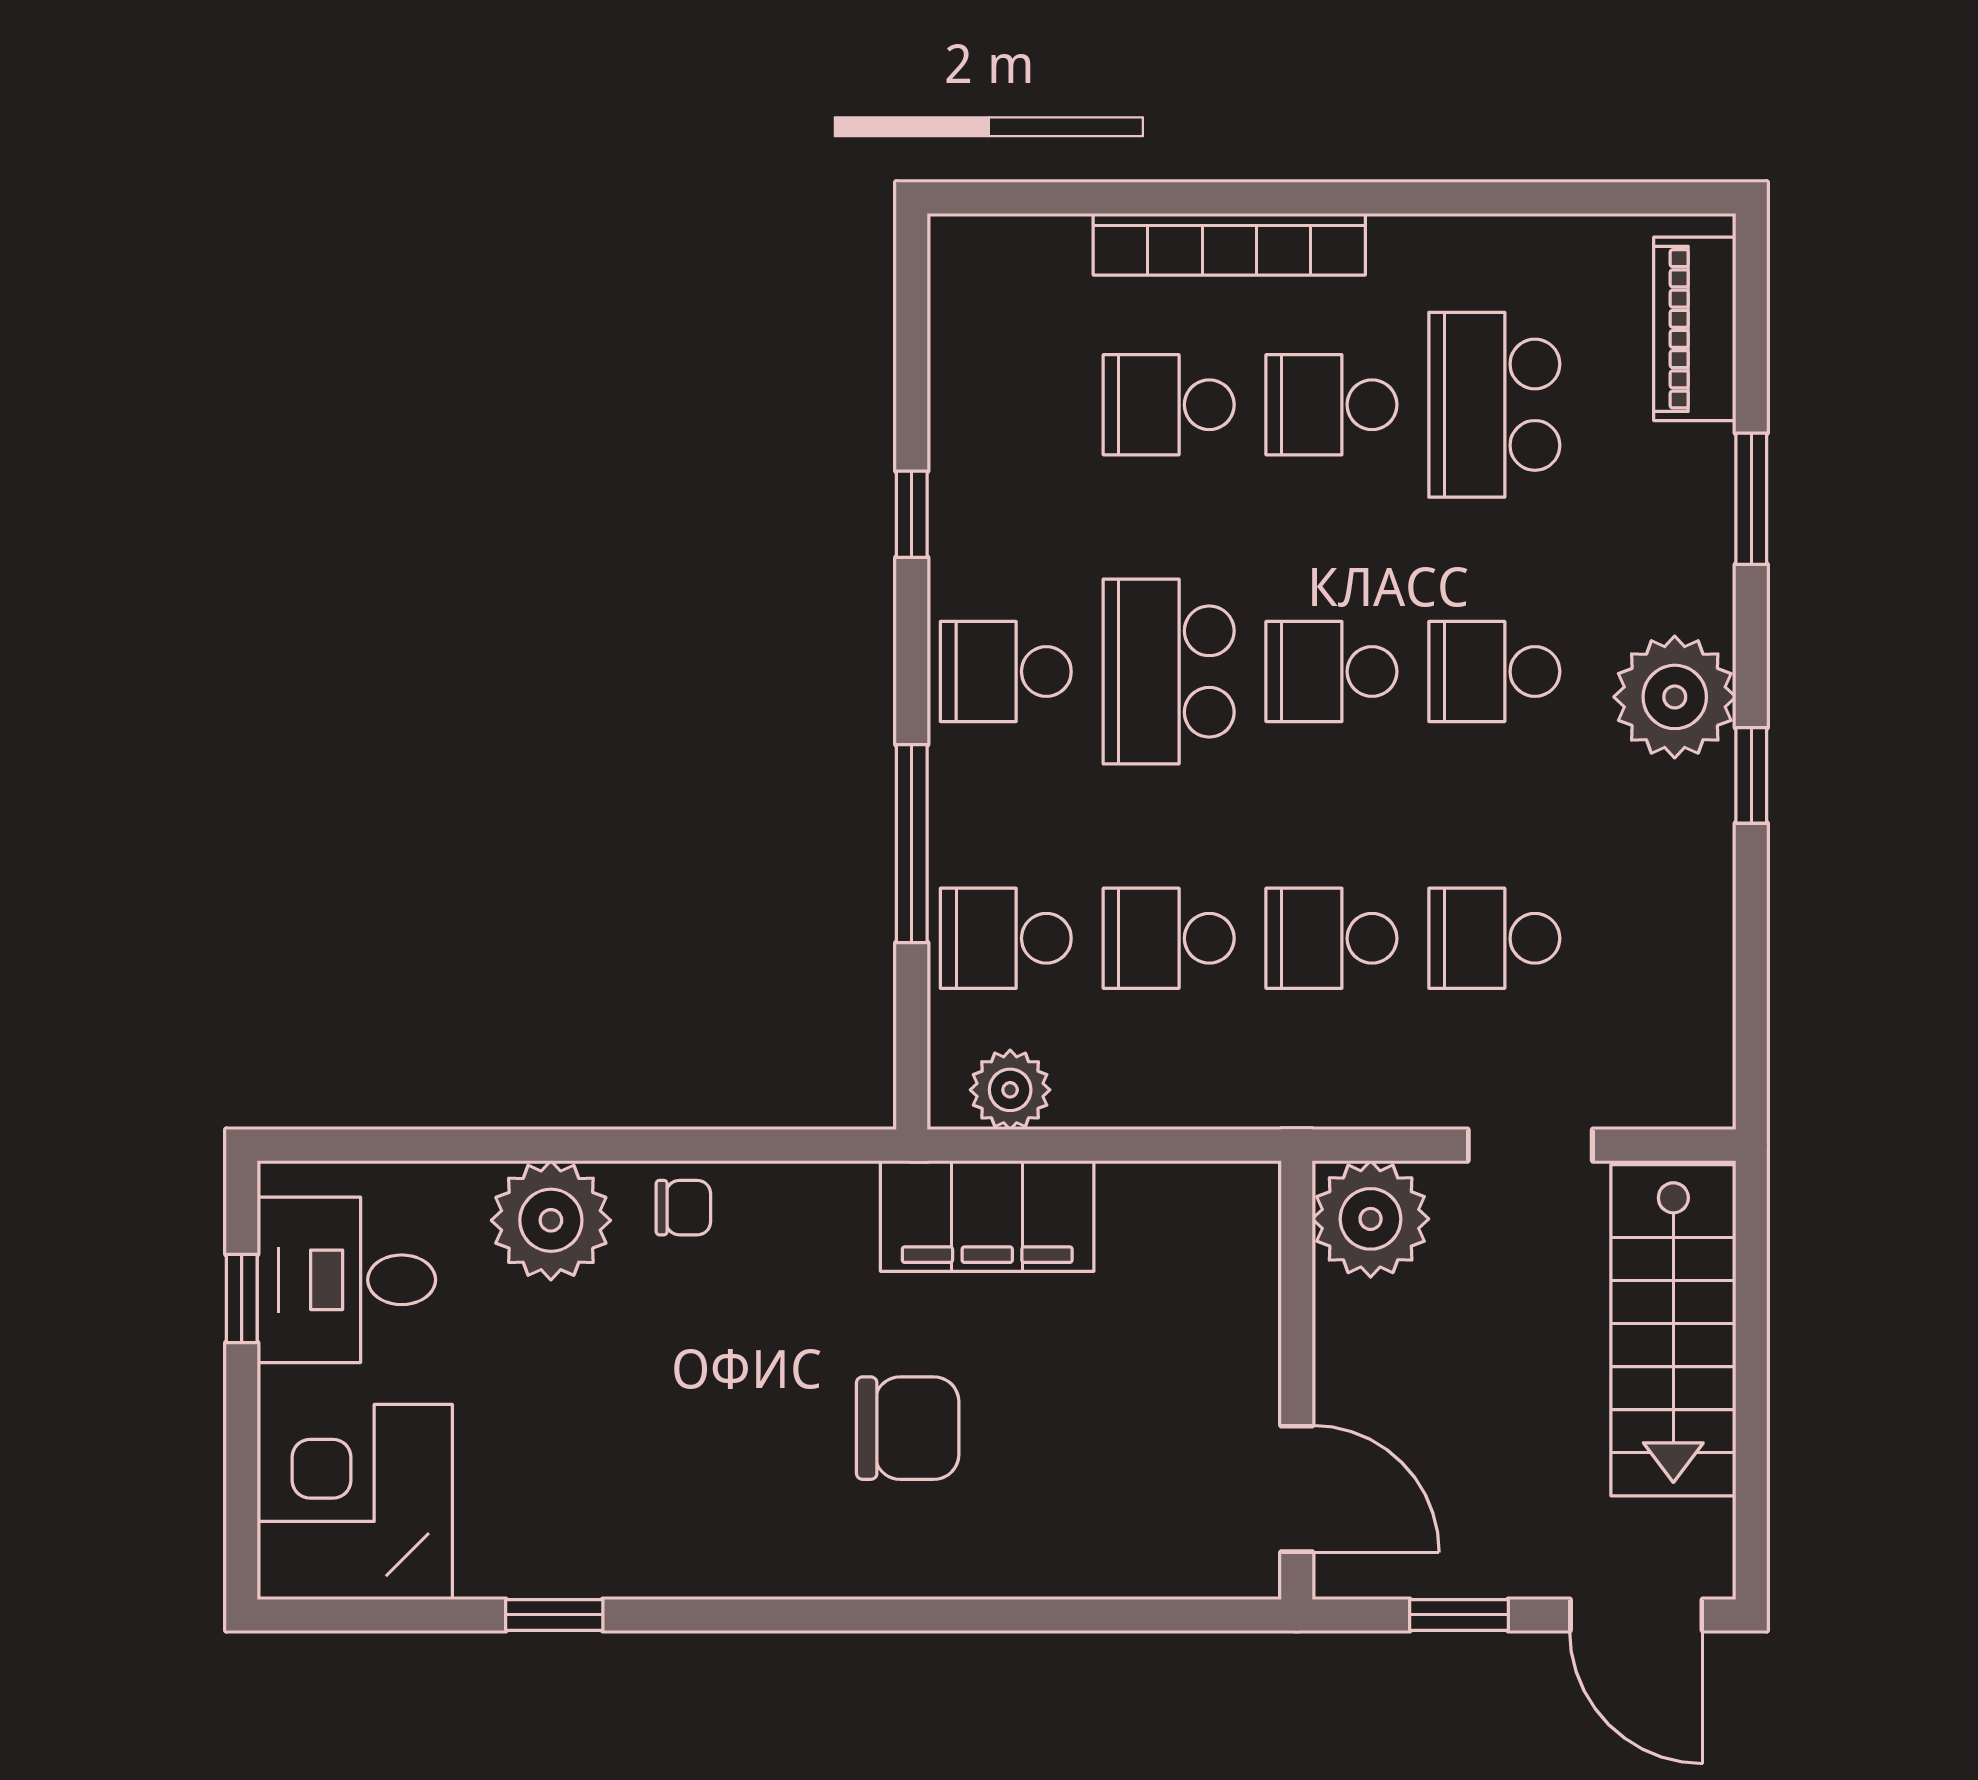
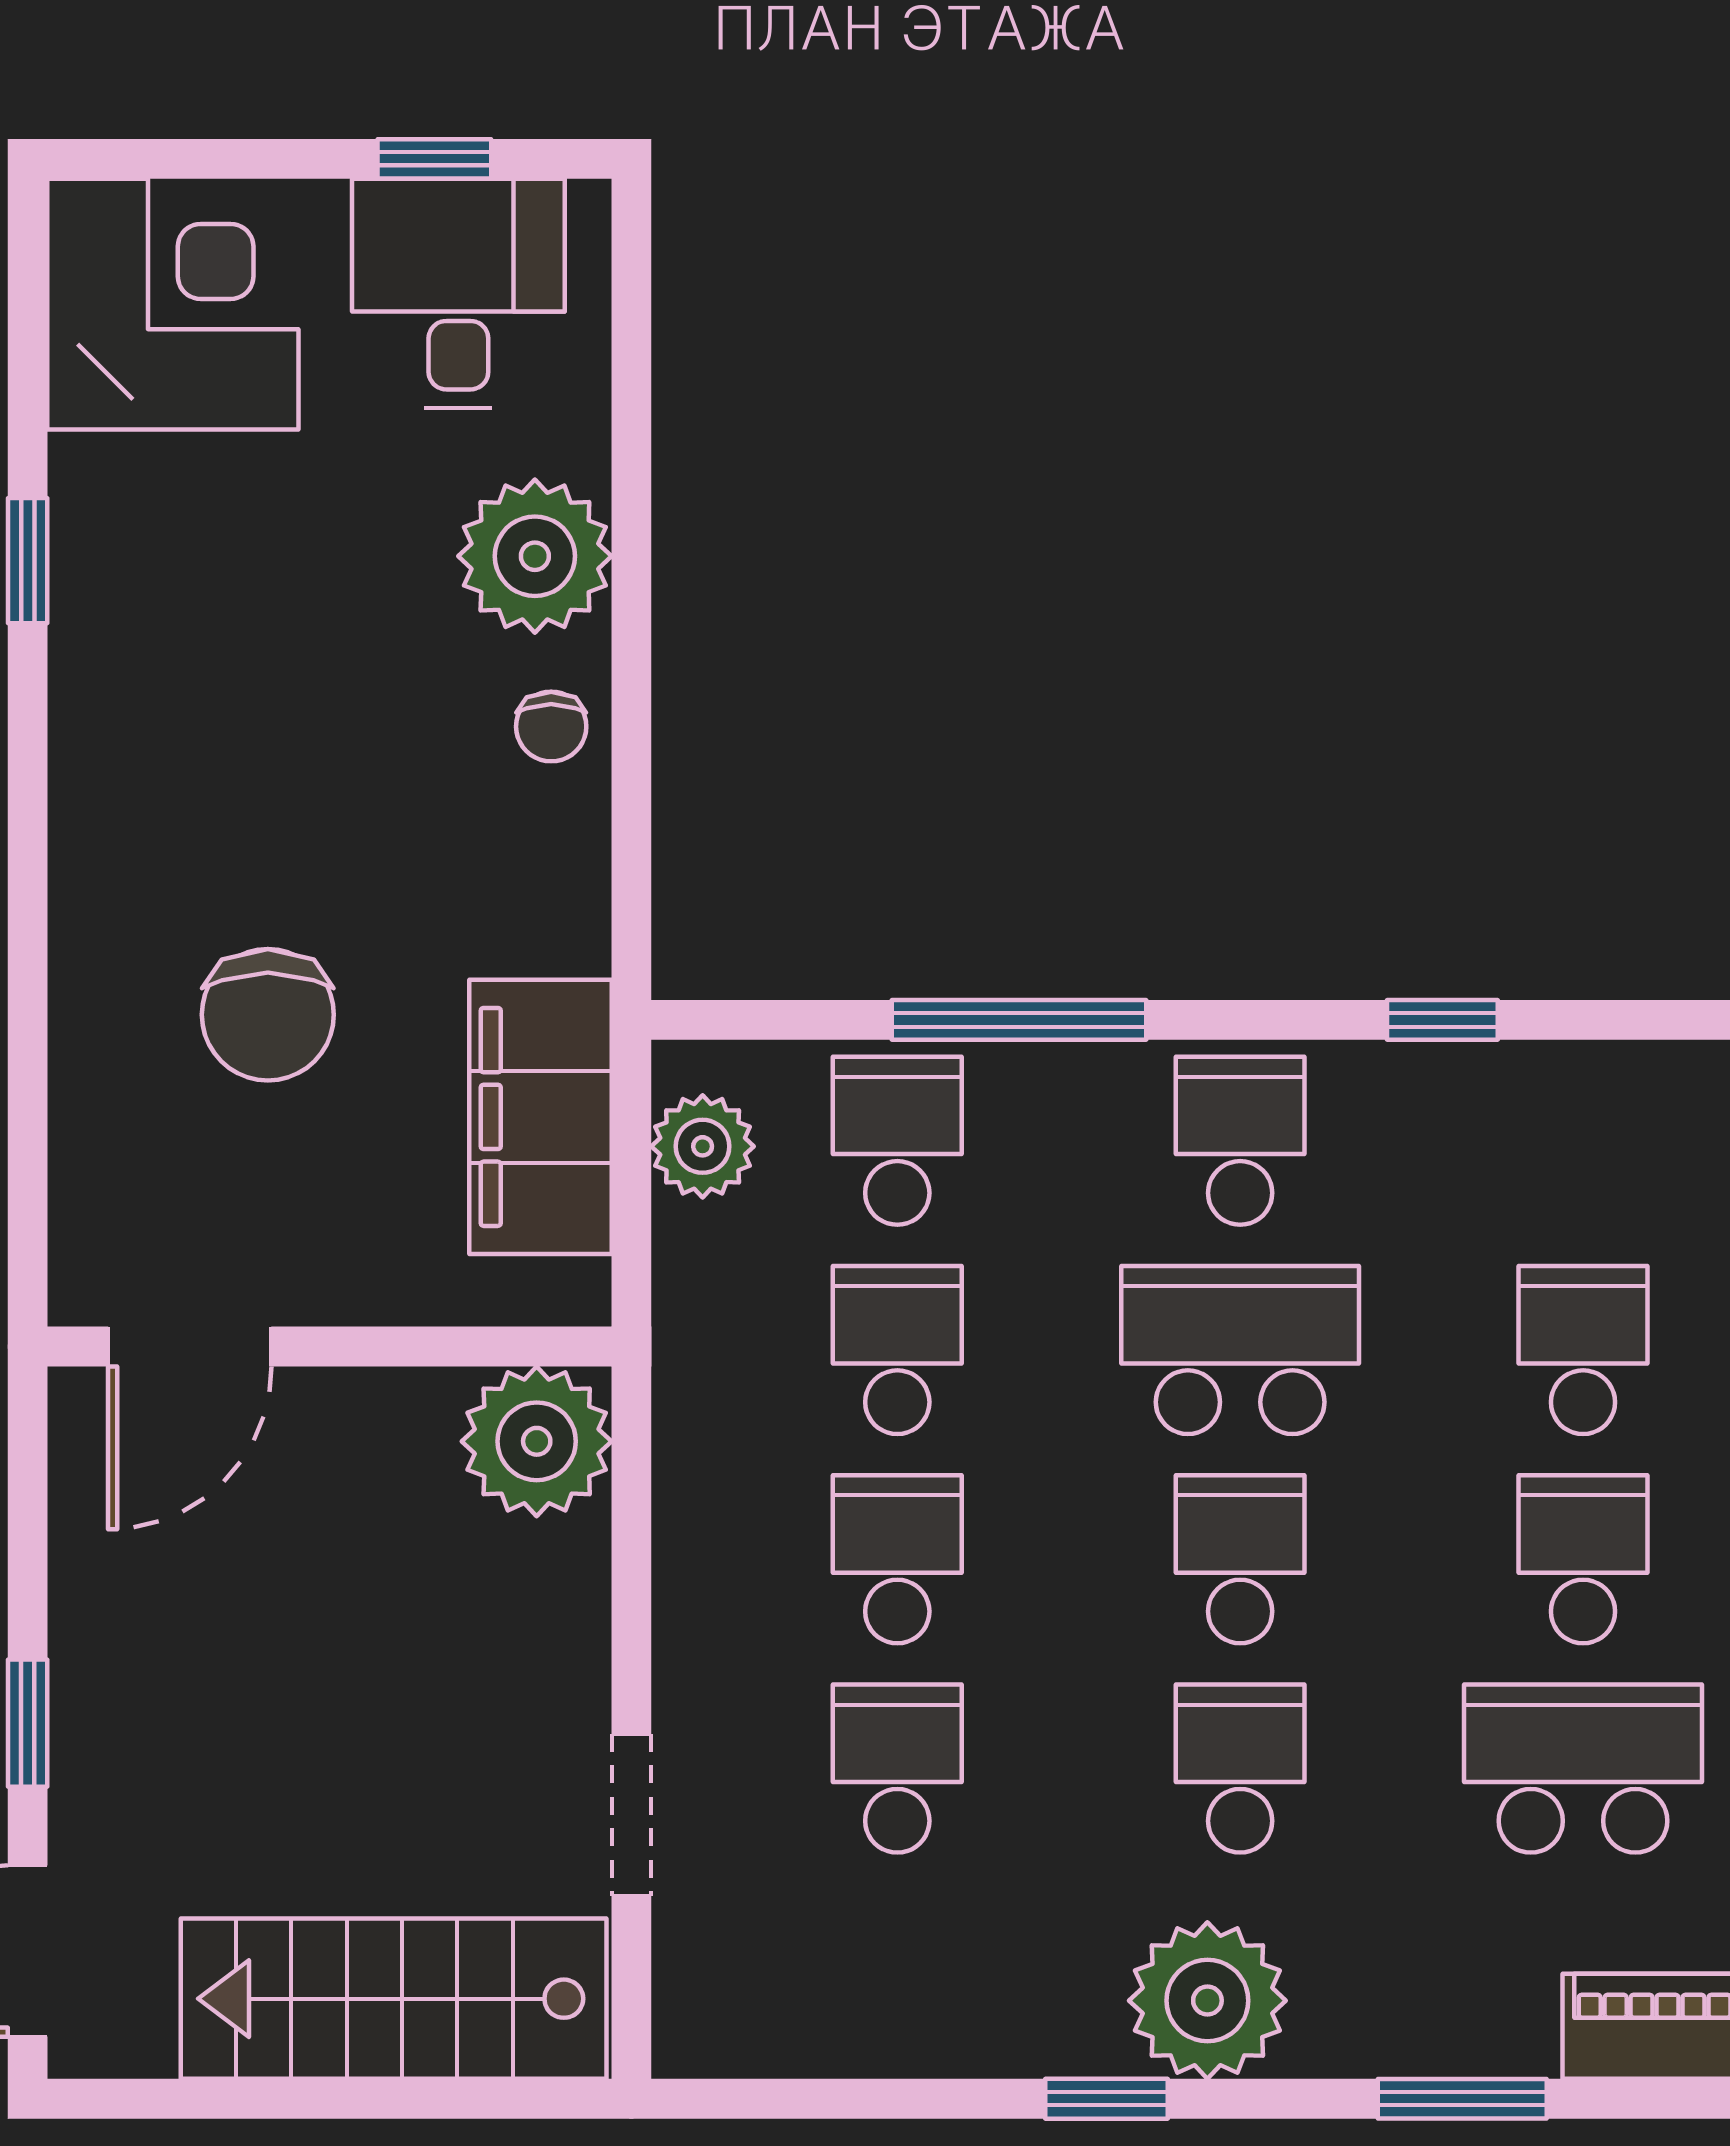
plant: (1371, 1219) -> (537, 1441), moved
wall: (1297, 1380) -> (330, 1347), moved
door: (1297, 1489) -> (190, 1347), moved

